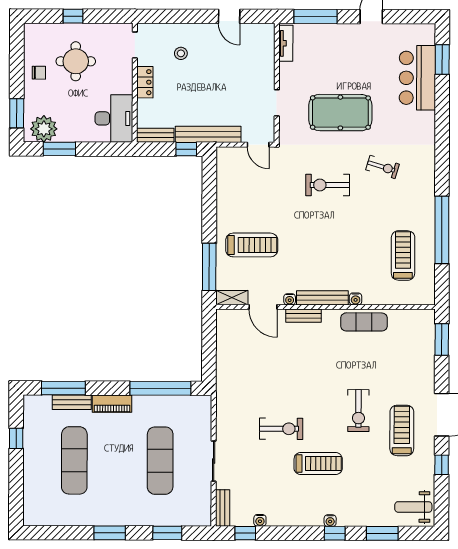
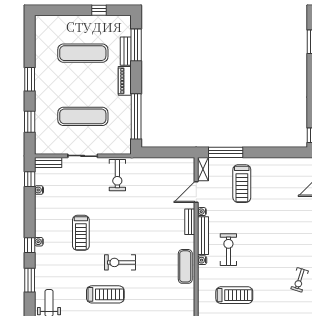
exercise bike: (328, 185) -> (228, 250), moved
exercise bike: (281, 429) -> (117, 175), moved

